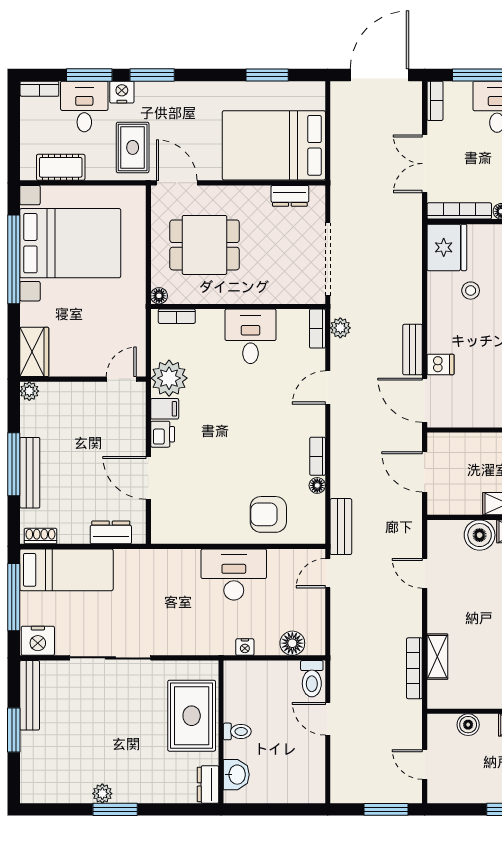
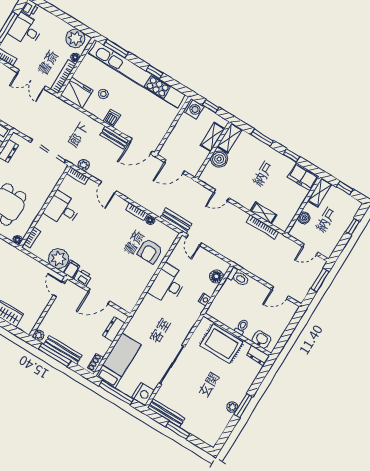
dishwasher: (441, 364) -> (112, 118), moved
wall: (83, 379) -> (48, 307), moved
door: (121, 379) -> (59, 289), moved
plant: (29, 391) -> (39, 335), moved
door: (328, 719) -> (280, 293), moved

